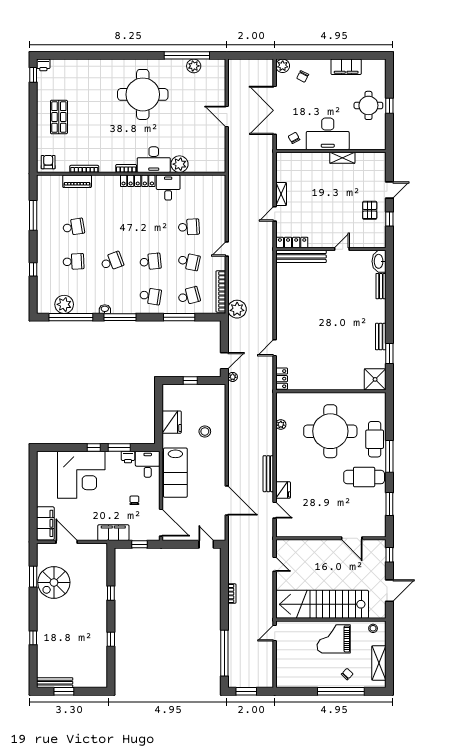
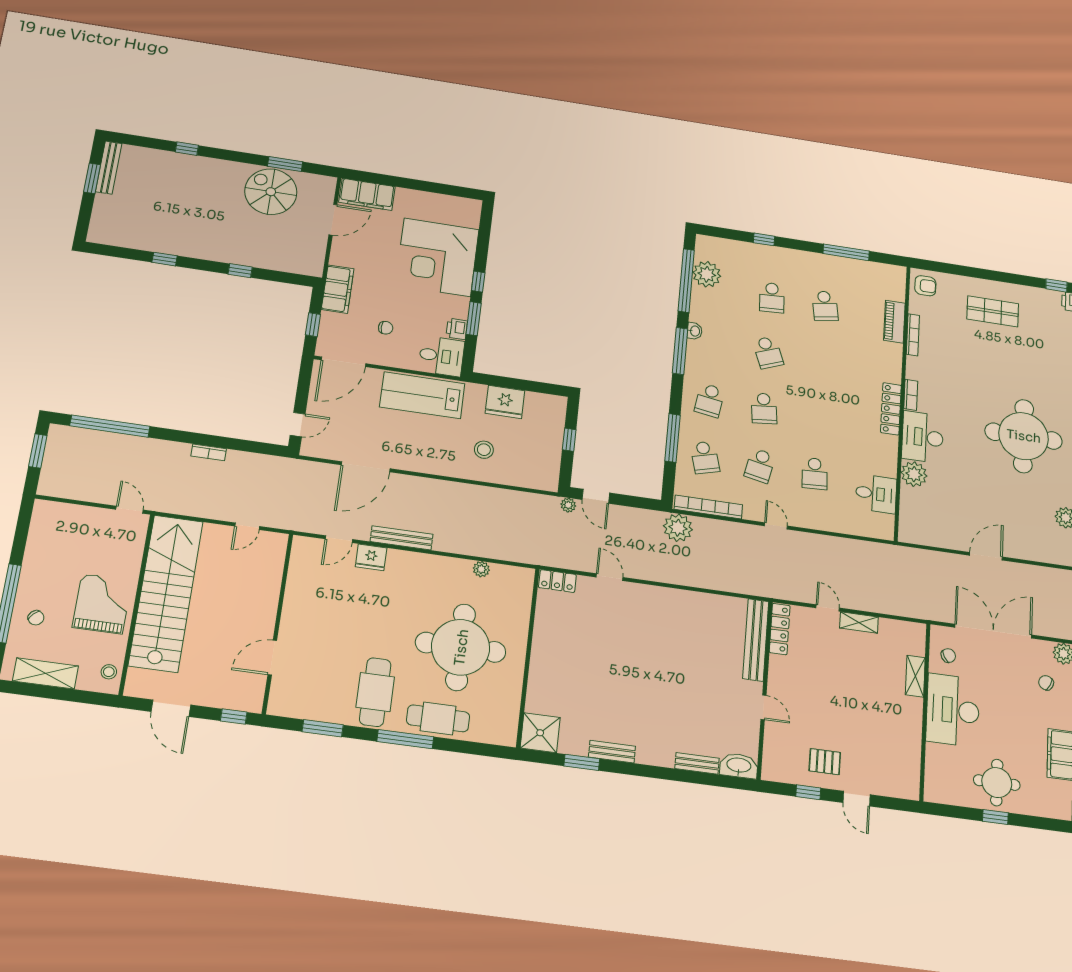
shelving: (342, 158) -> (915, 676), moved
desk: (168, 188) -> (876, 494), moved

